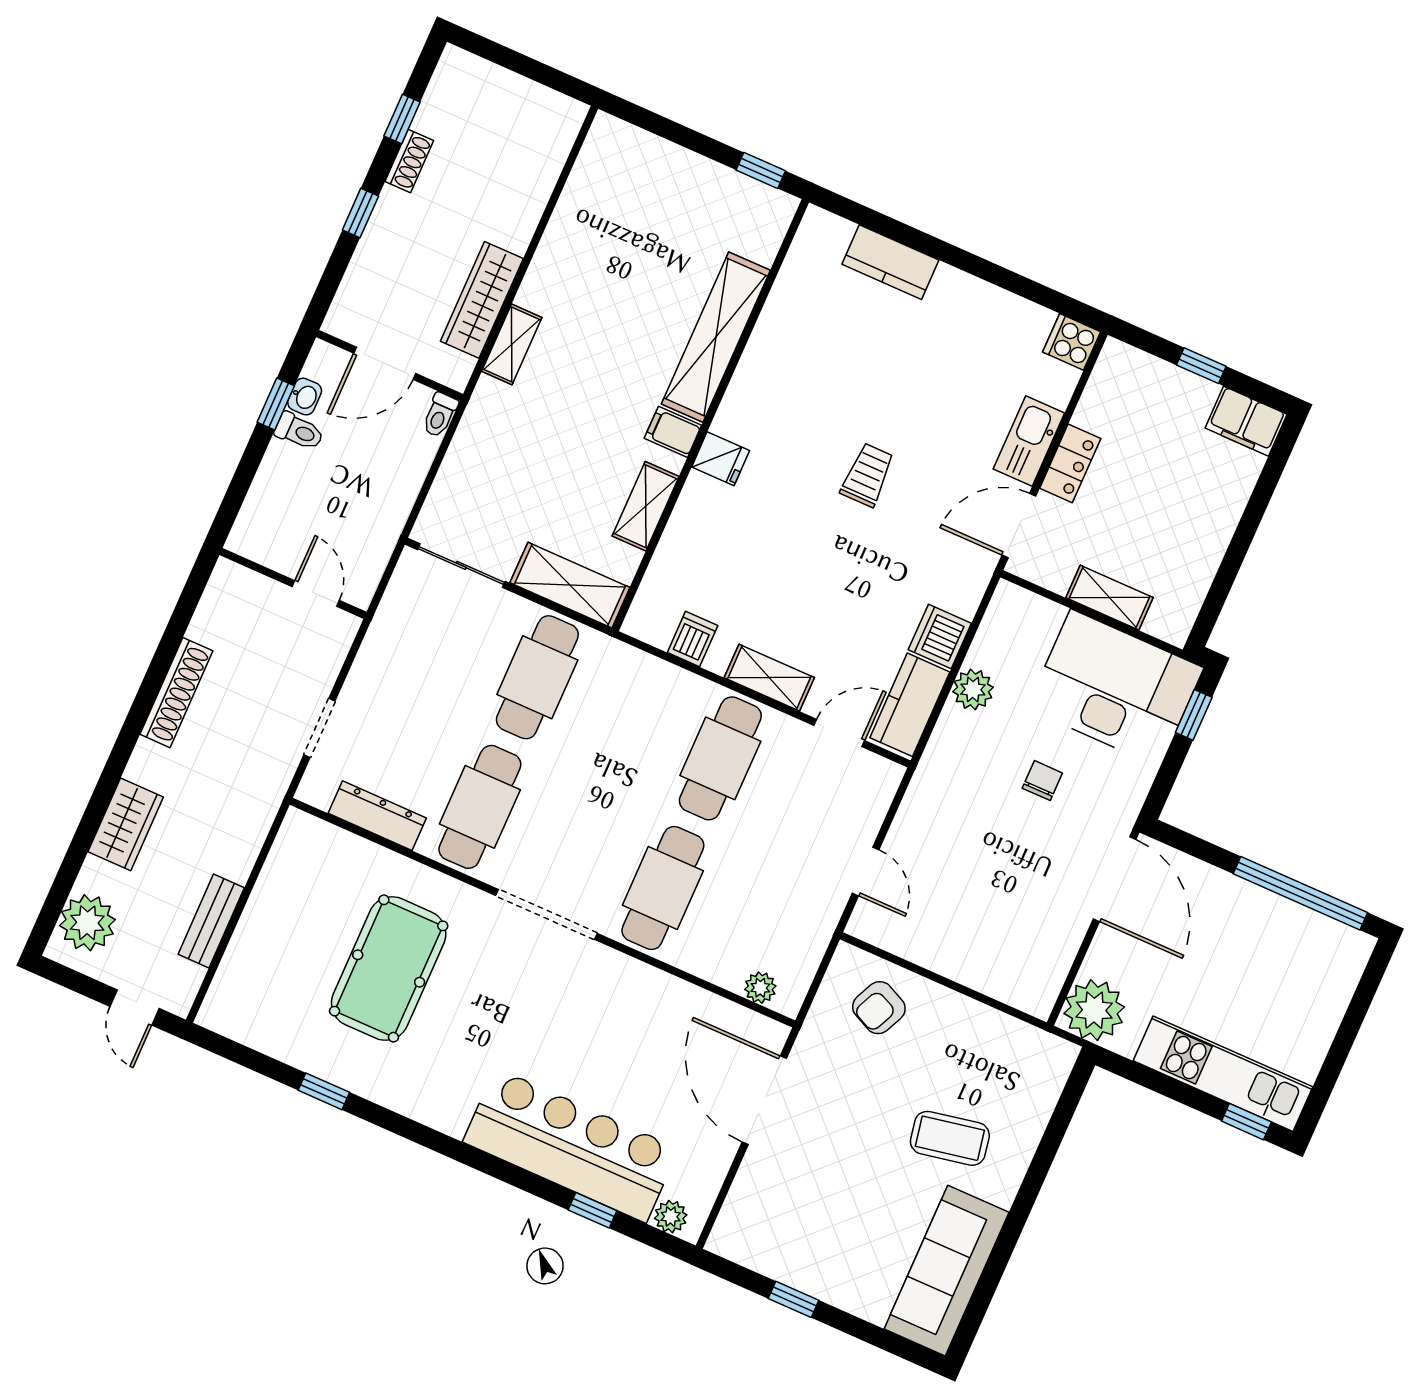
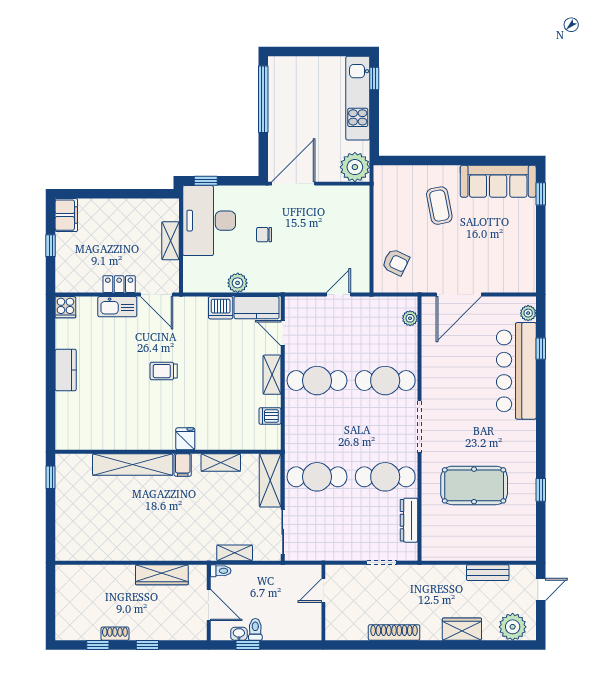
kitchen counter: (890, 262) -> (66, 370), moved
shelving: (512, 344) -> (235, 553), moved
window: (793, 1299) -> (541, 194), moved

